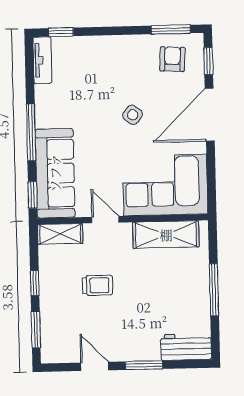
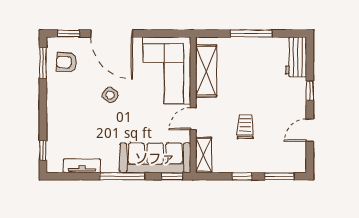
tv unit: (42, 60) -> (82, 166), moved
window: (144, 365) -> (310, 91), width x0.67

